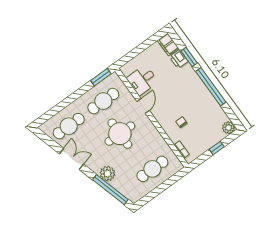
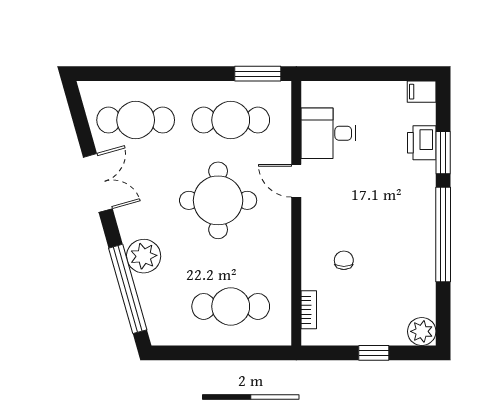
filing cabinet: (168, 44) -> (422, 92), width x0.50
door: (143, 106) -> (296, 181), swing flipped

